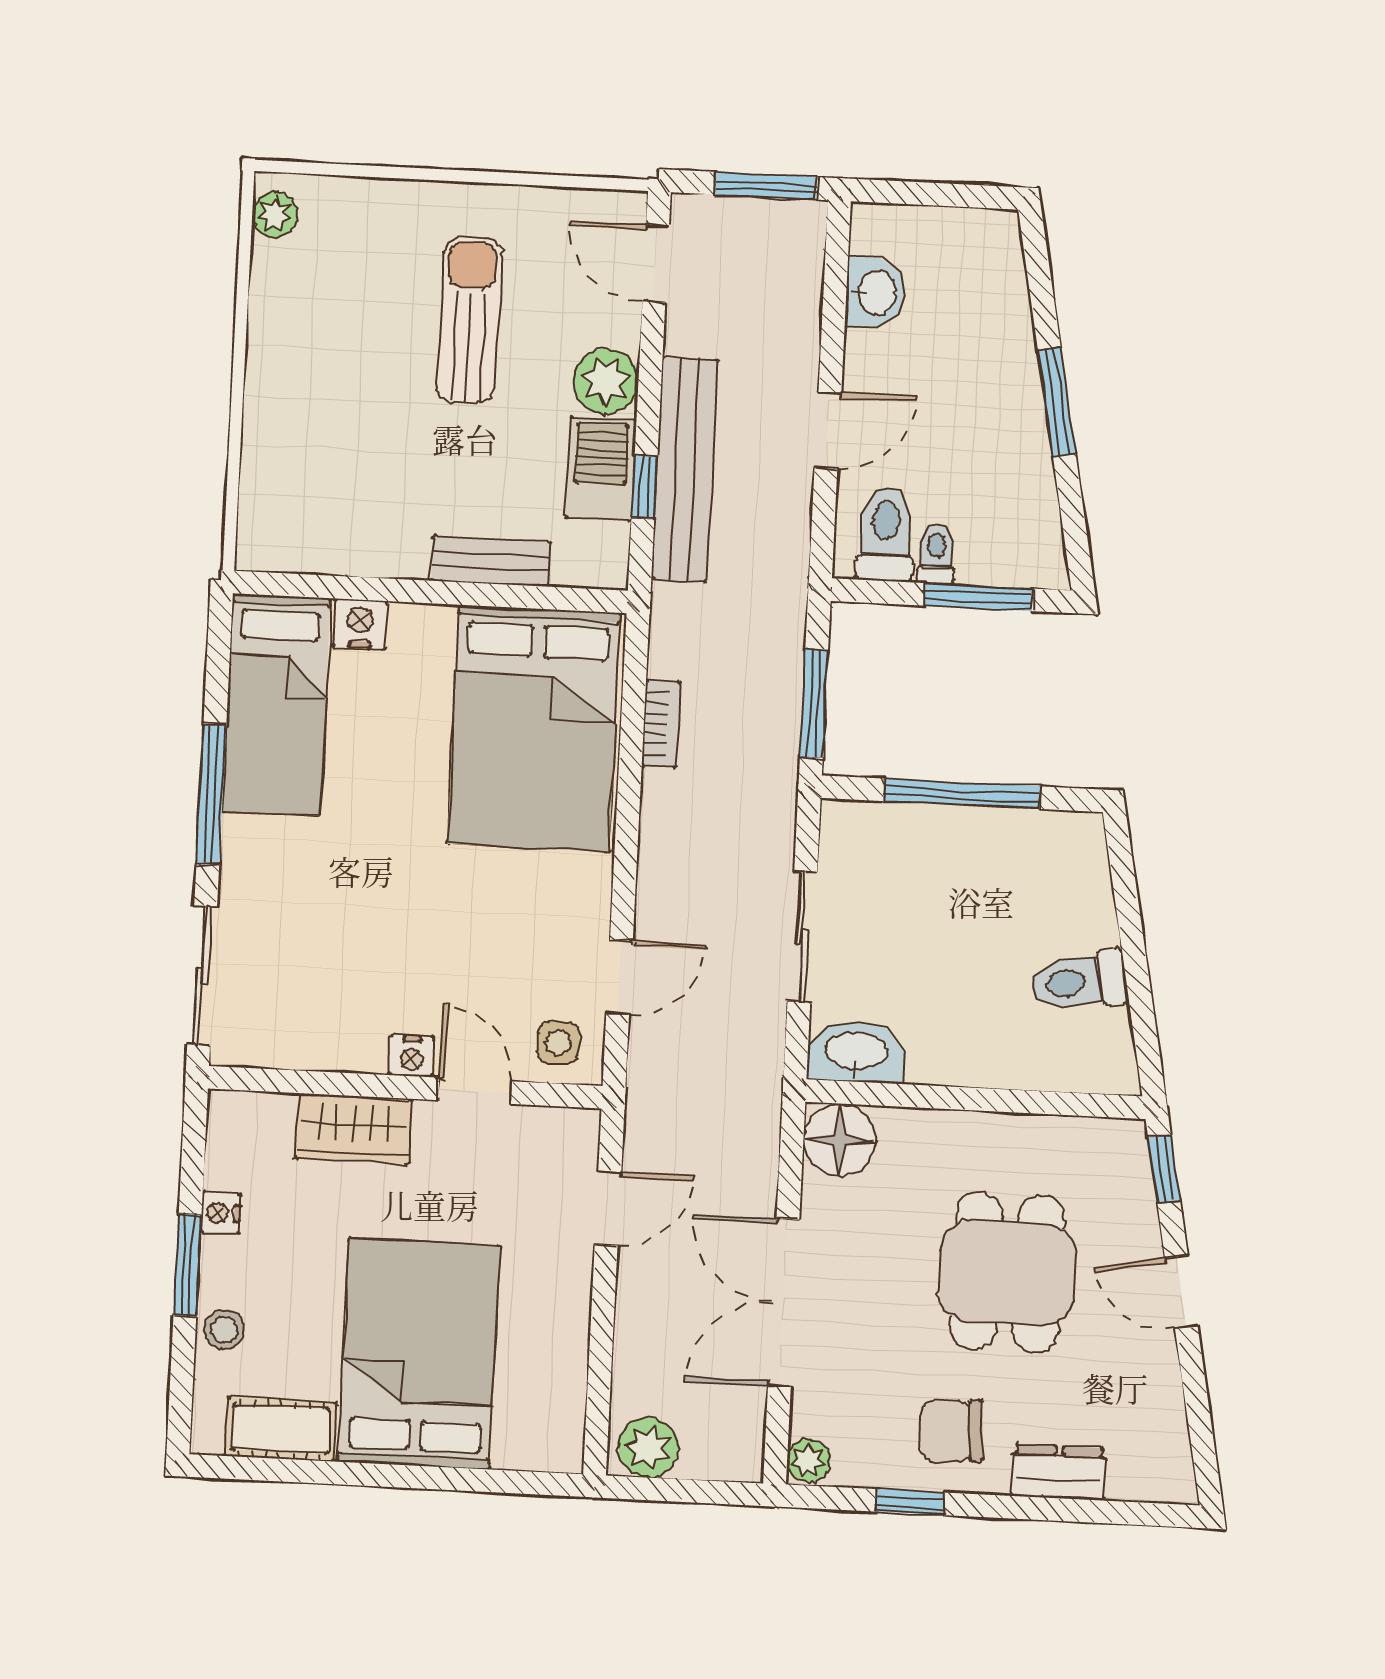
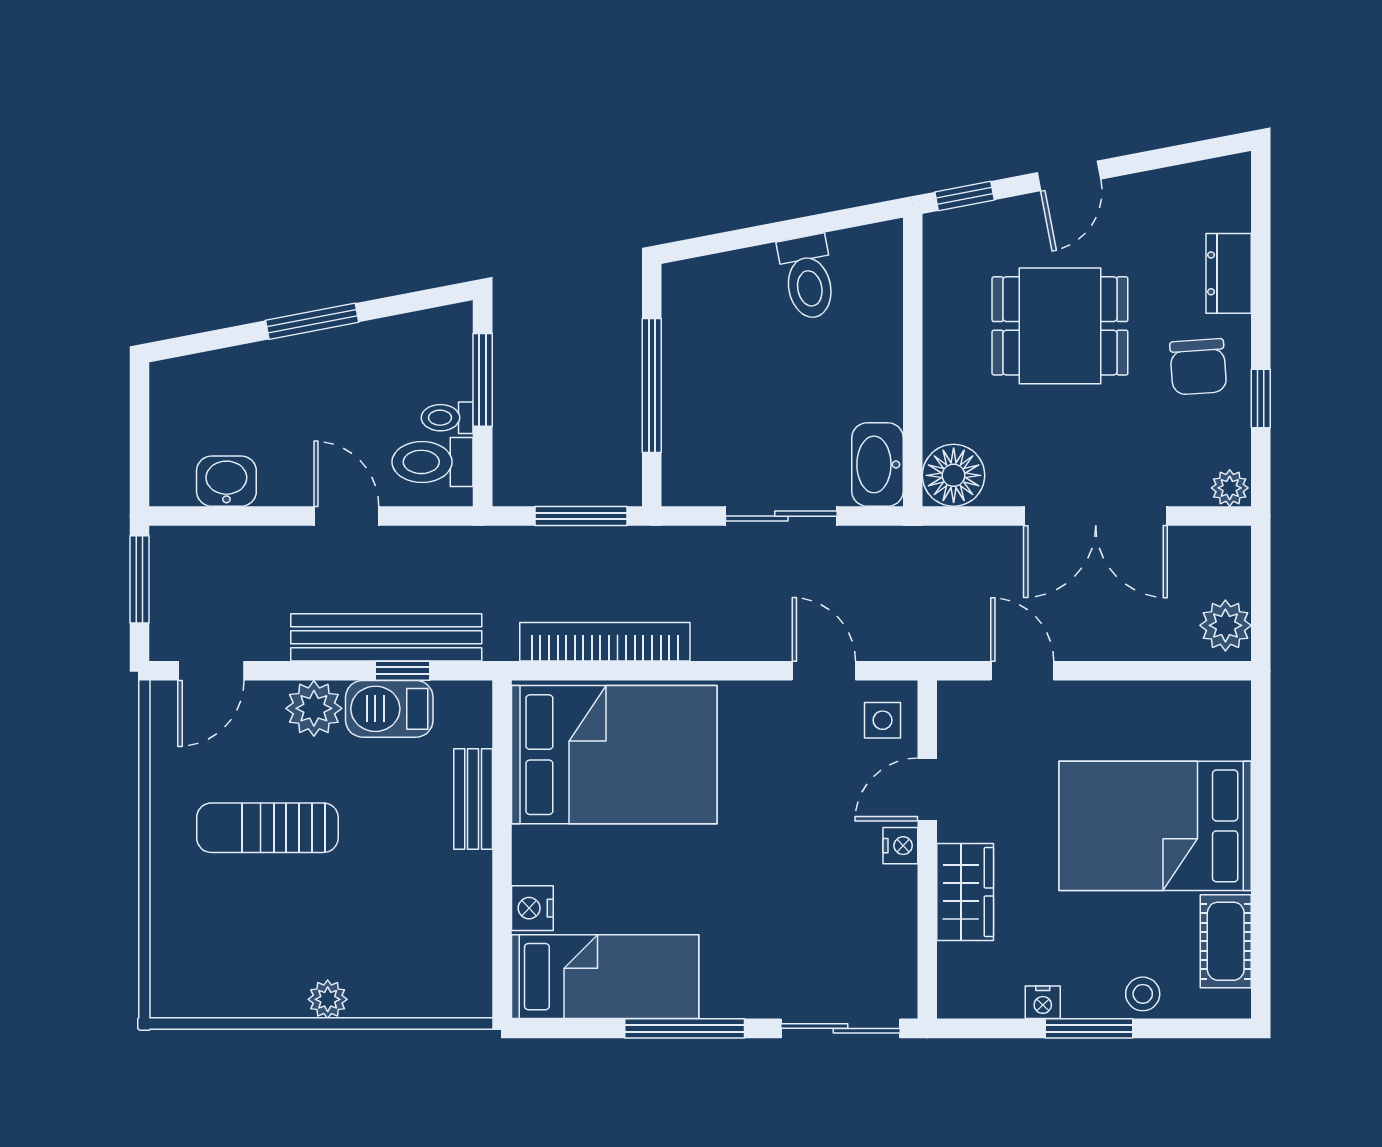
plant: (275, 215) -> (328, 999), moved
bookcase: (661, 724) -> (605, 642), width x2.31, depth x1.31

